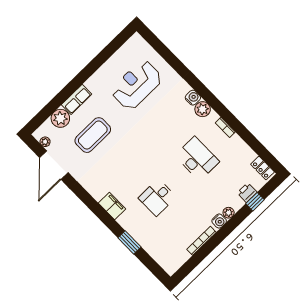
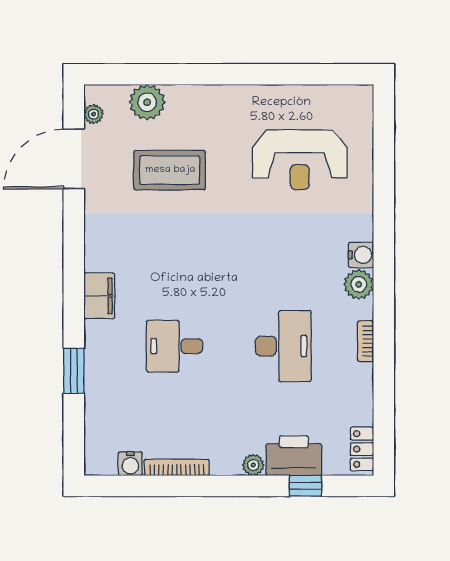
reception desk: (137, 85) -> (300, 160), turned 180
row of seats: (77, 99) -> (196, 98), removed
printer: (247, 193) -> (294, 456), width x1.87, depth x1.48
water cooler: (219, 221) -> (130, 464), moved

